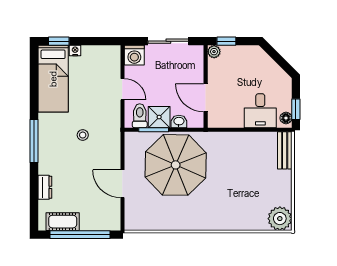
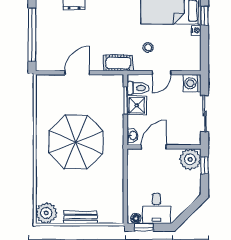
plant: (214, 52) -> (190, 159), width x1.88, depth x1.88
desk: (260, 111) -> (156, 208), moved, turned -90
washbasin: (179, 121) -> (133, 136), moved
stool: (83, 135) -> (148, 47), moved
bench: (285, 150) -> (80, 217), moved
parasol: (176, 165) -> (76, 142), moved
cot: (63, 222) -> (118, 63), moved, turned 90

